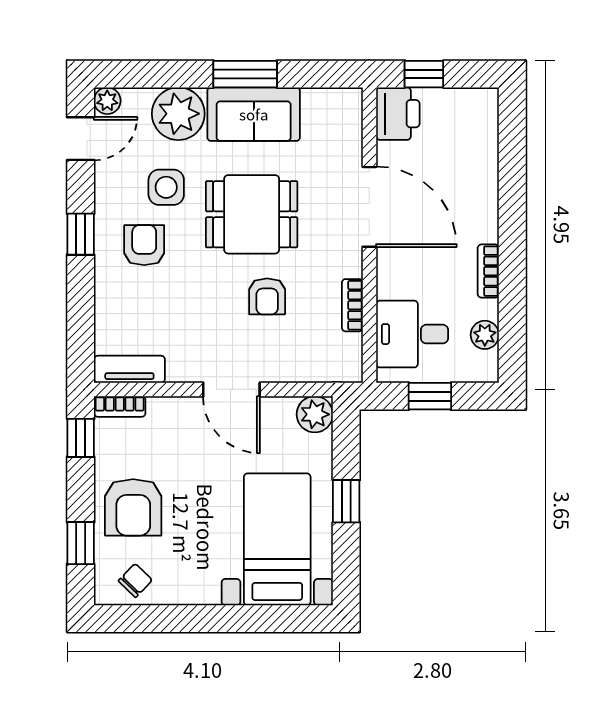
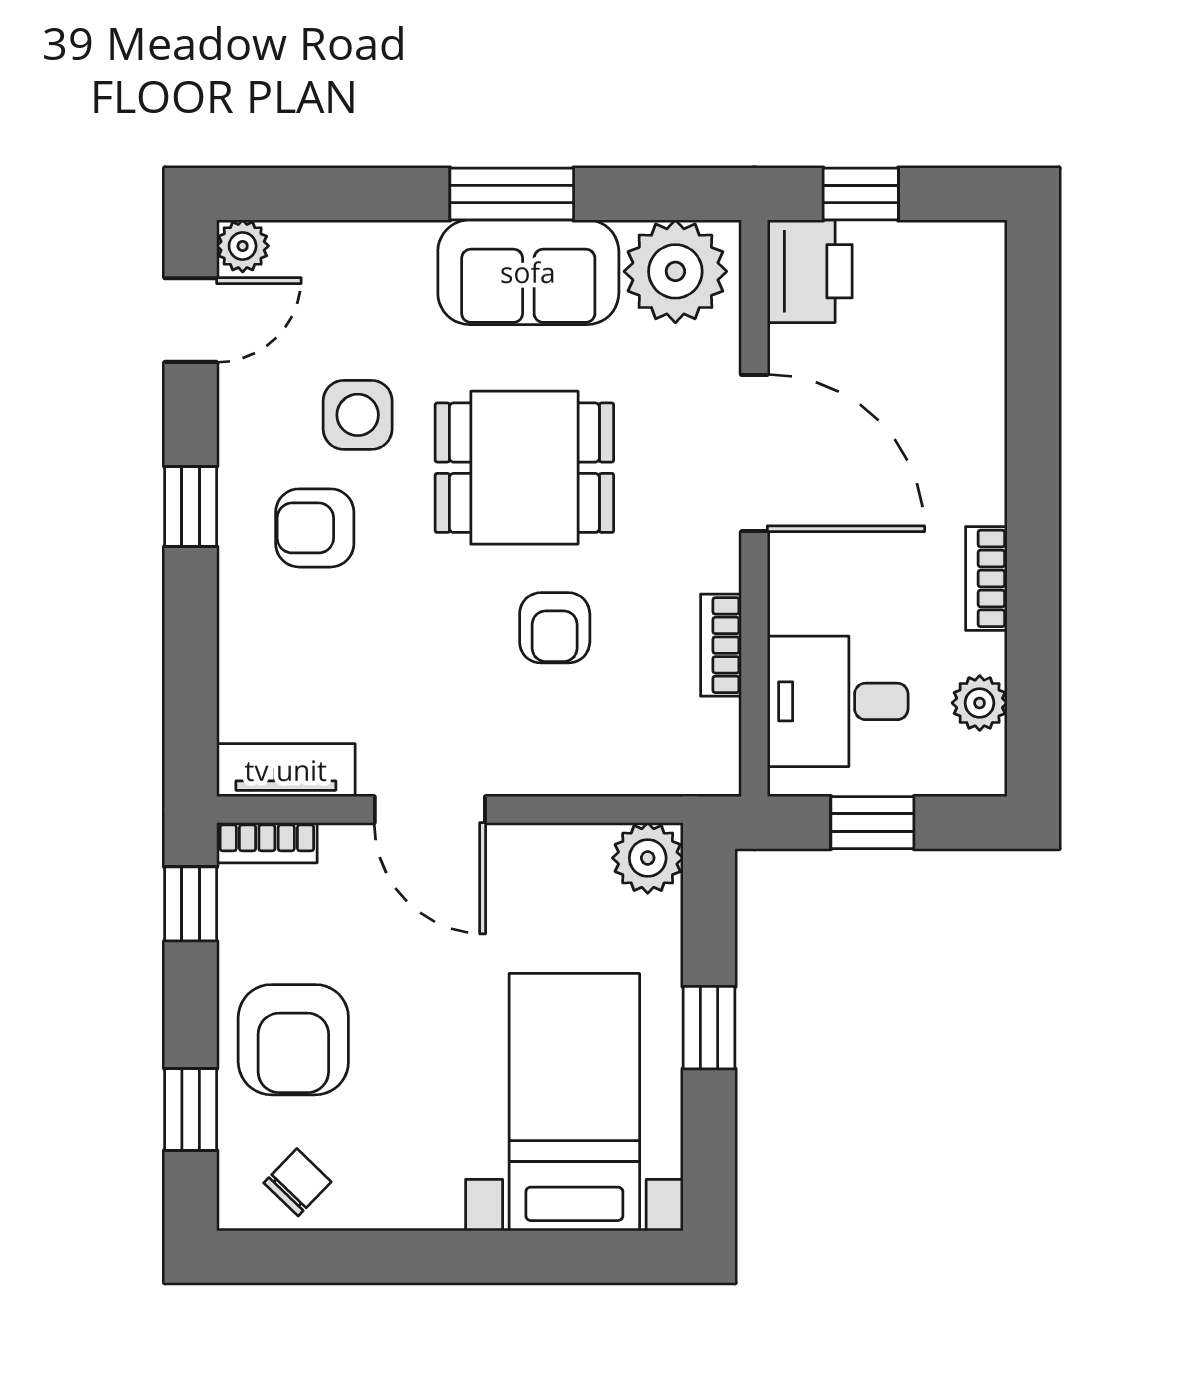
plant: (178, 114) -> (675, 271), moved
armchair: (144, 245) -> (315, 528), turned -90
door: (231, 389) -> (430, 810), moved

